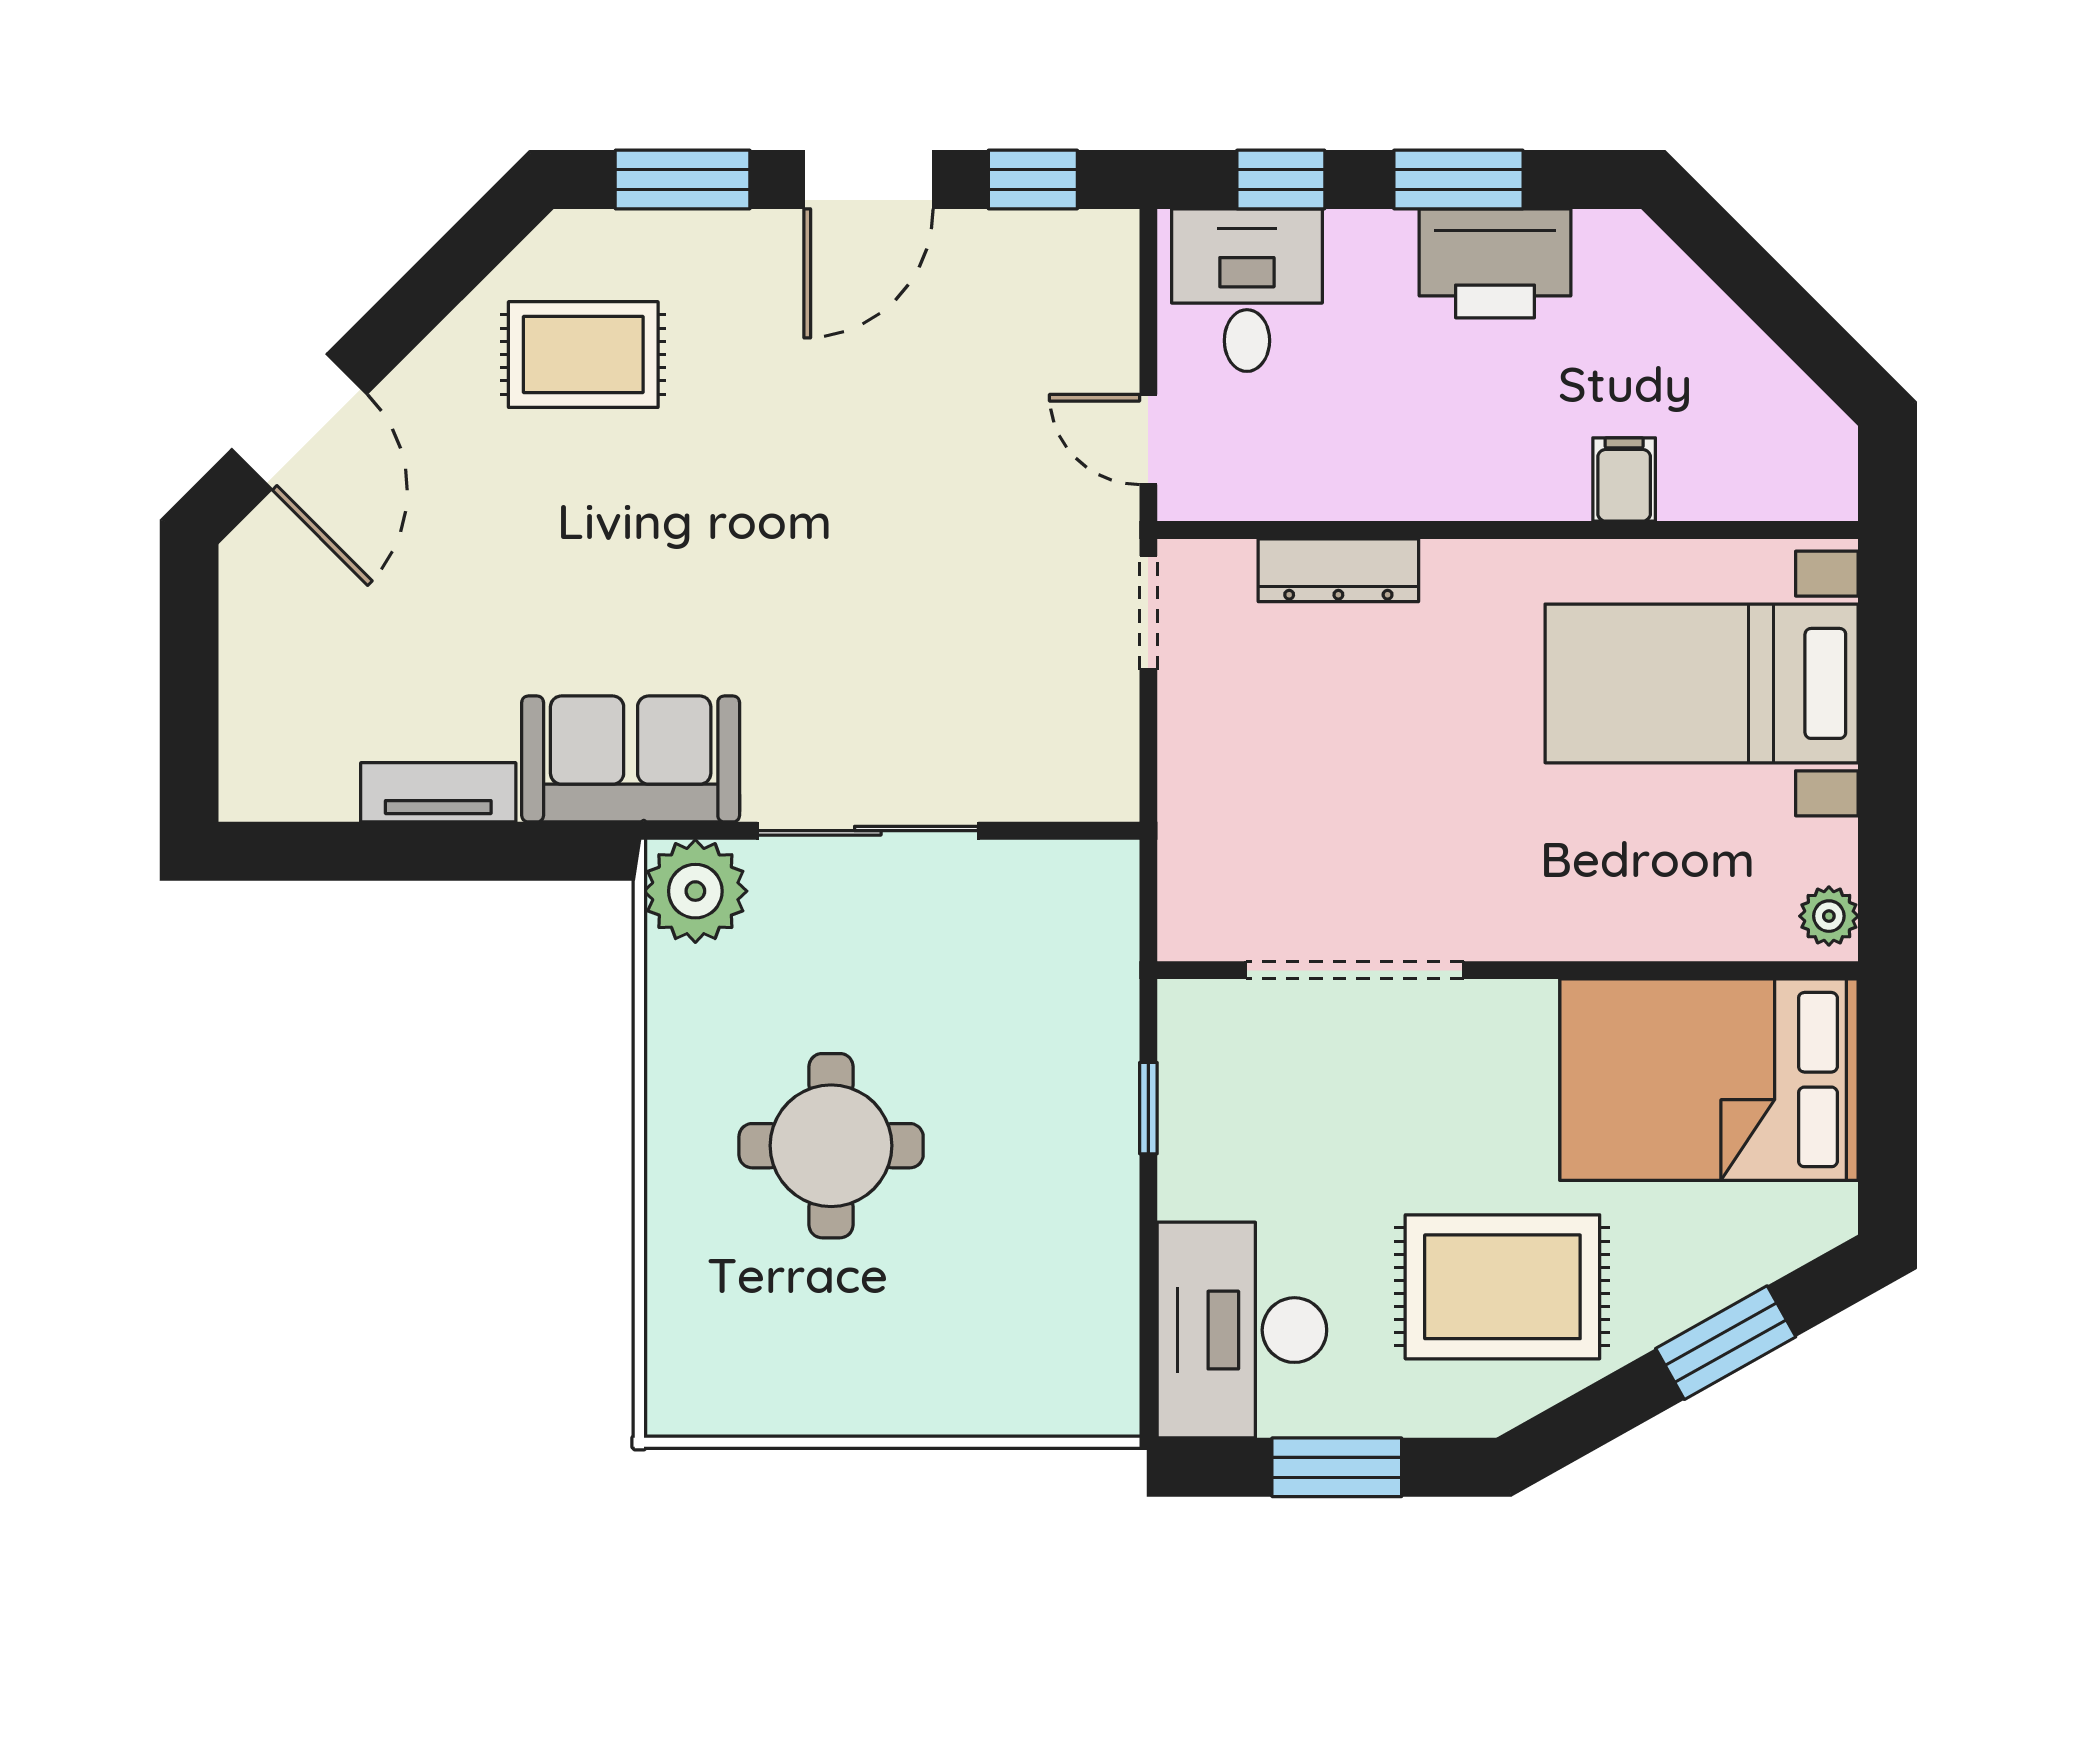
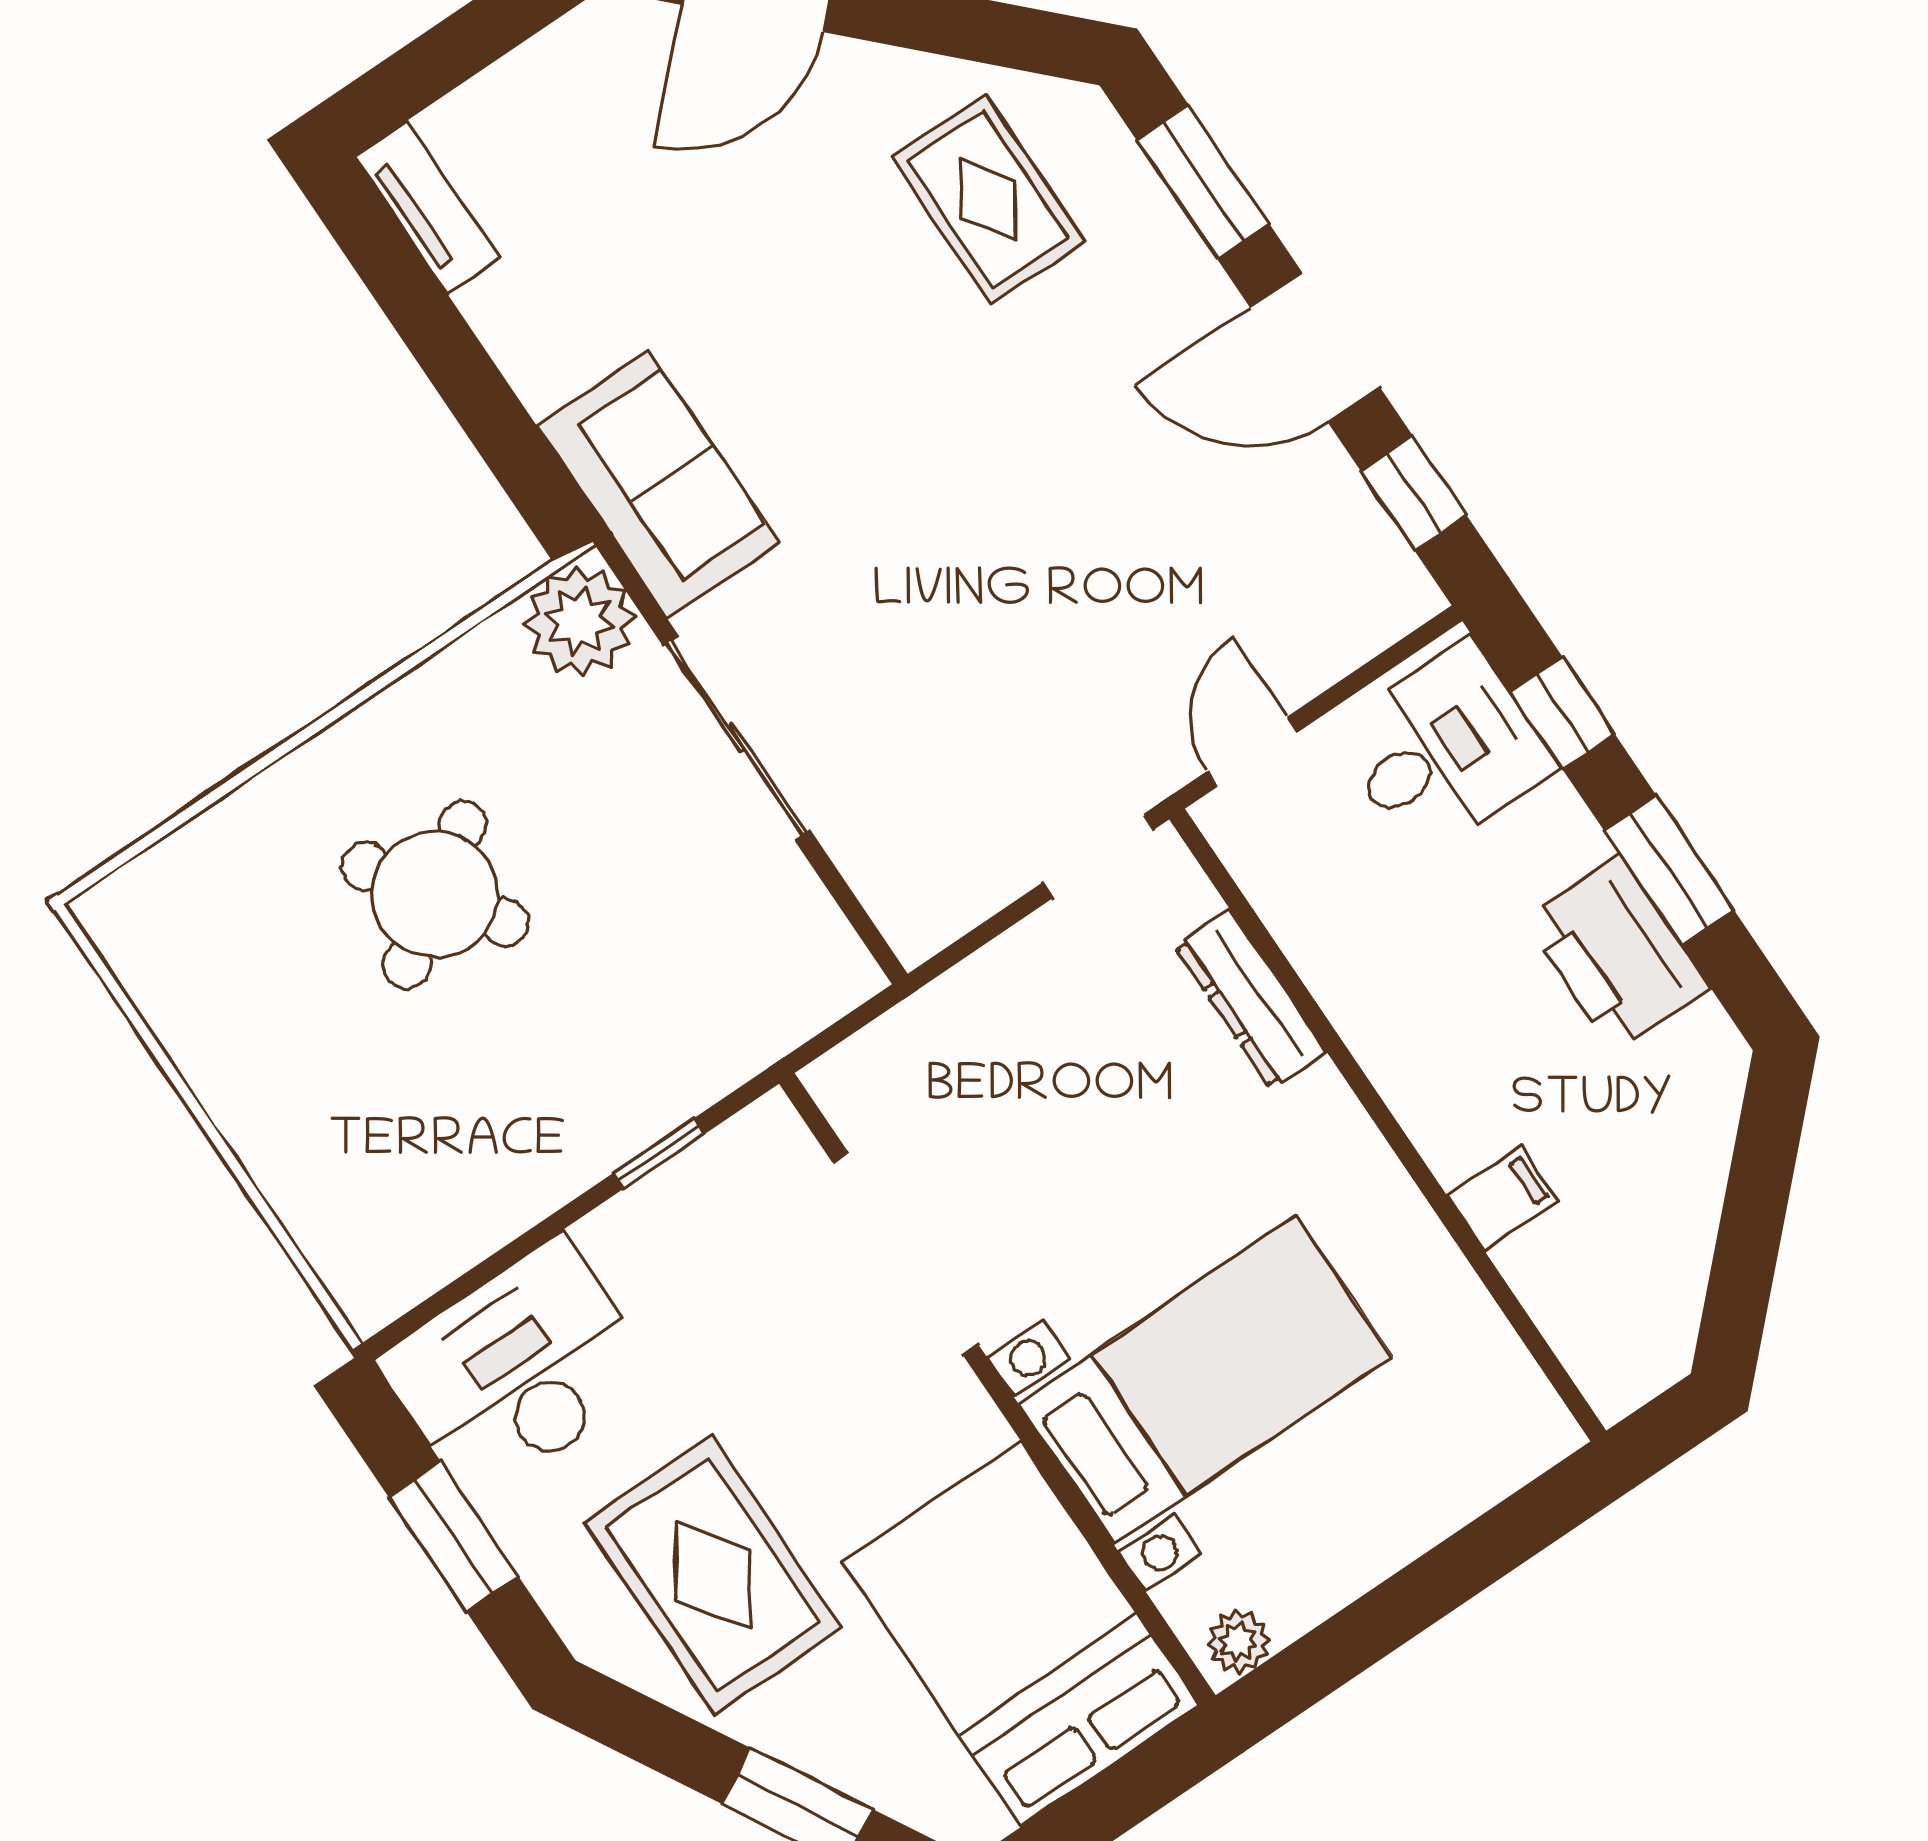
bed with nightstands: (1702, 683) -> (1205, 1380), moved, turned 90
tv unit: (438, 792) -> (427, 207), moved
round table: (831, 1146) -> (435, 894), turned -34

